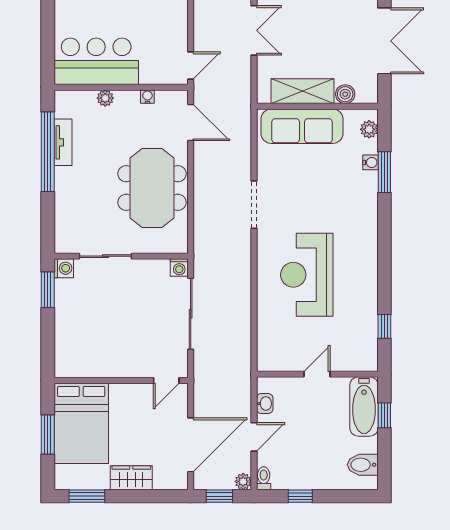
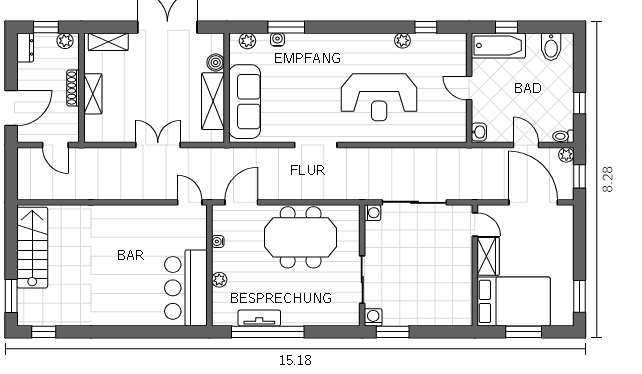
plant: (369, 301) -> (402, 40), added
washbasin: (265, 404) -> (479, 132), moved, turned 90
wardrobe: (131, 478) -> (488, 256), moved, turned 180

